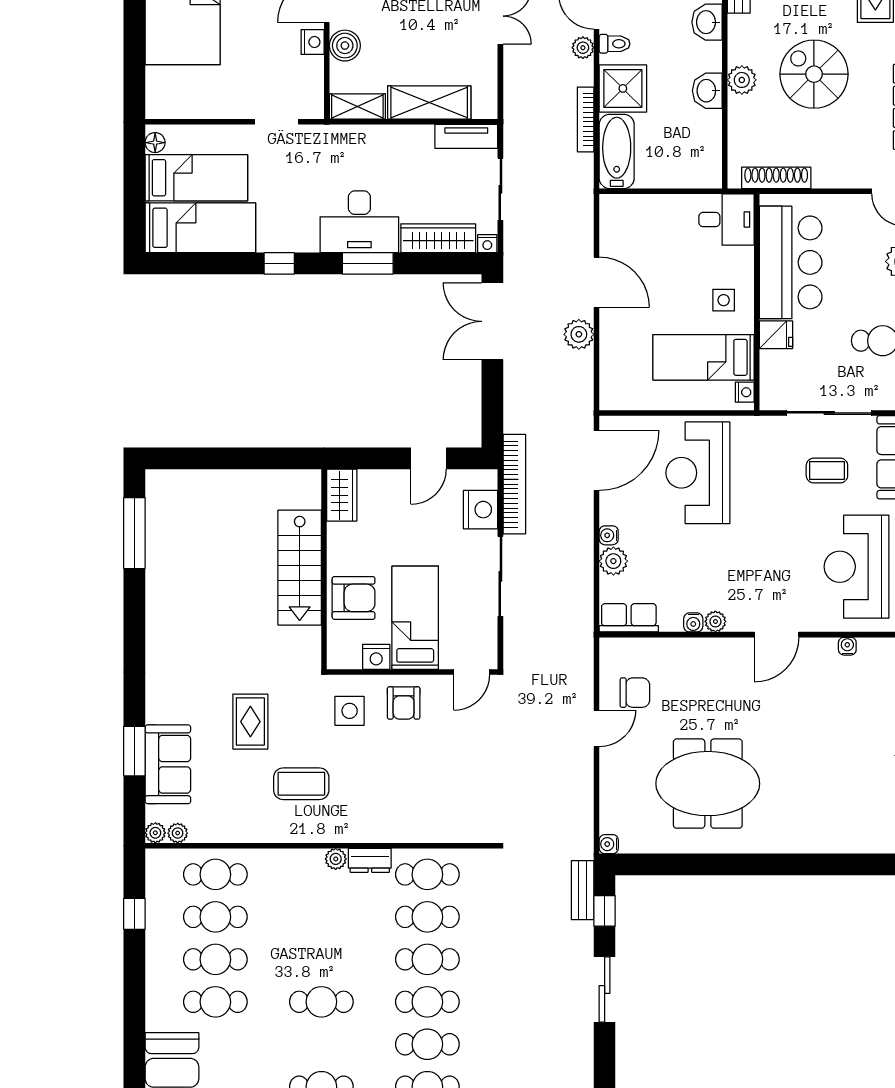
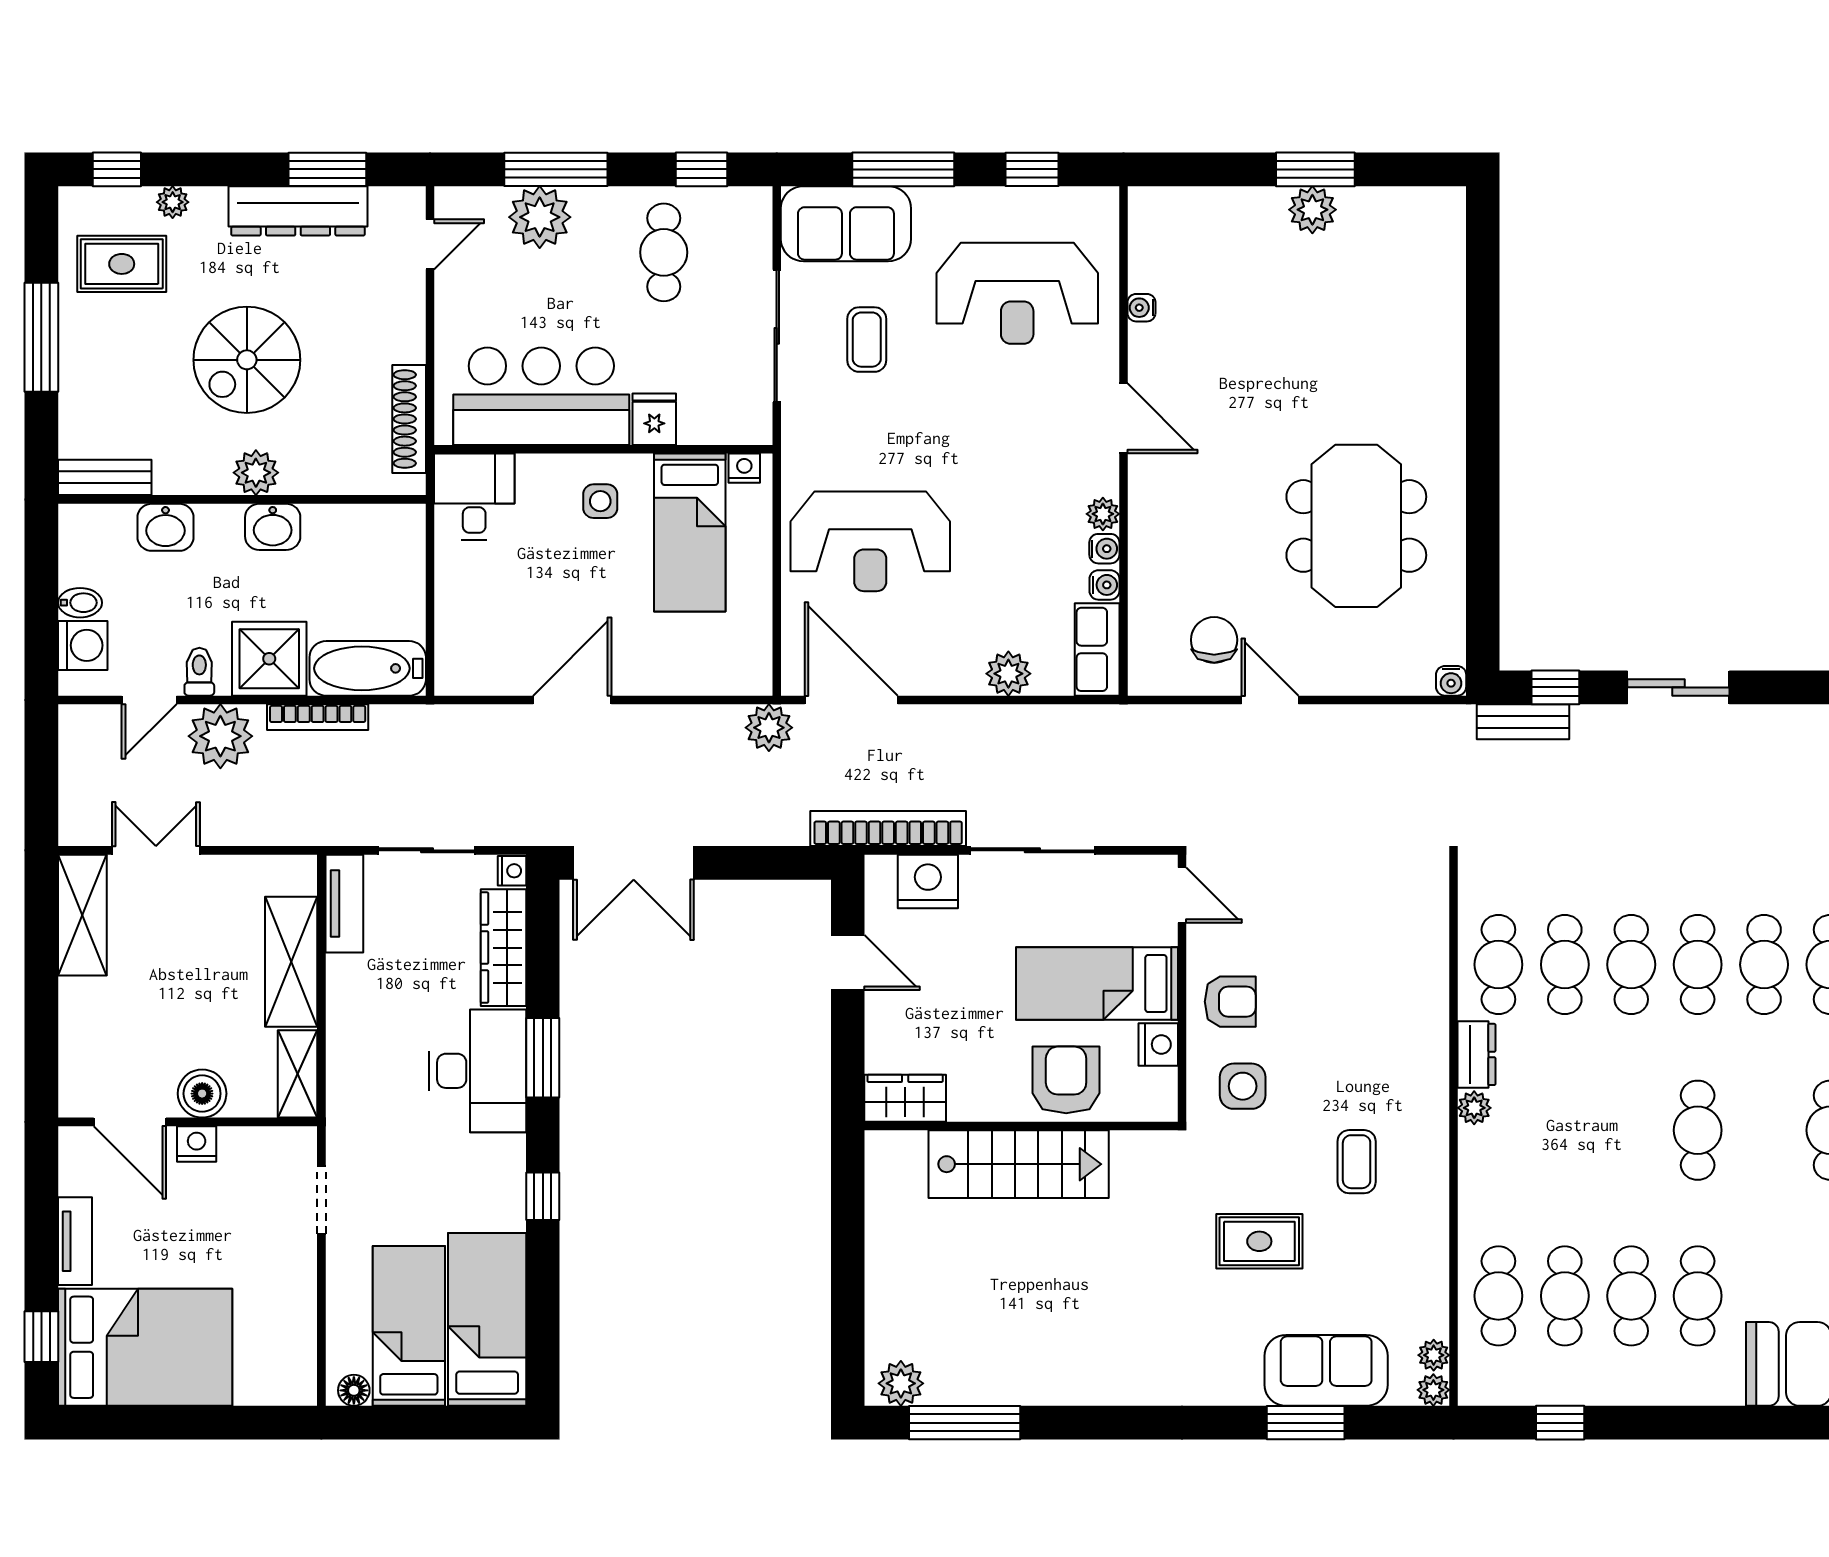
plant: (583, 48) -> (220, 736), width x1.87, depth x1.87
plant: (579, 334) -> (769, 728), moved
plant: (159, 492) -> (901, 1383), added
water cooler: (609, 535) -> (1104, 585), moved, turned -90
coffee table: (301, 784) -> (1357, 1162), width x0.73, depth x0.77

